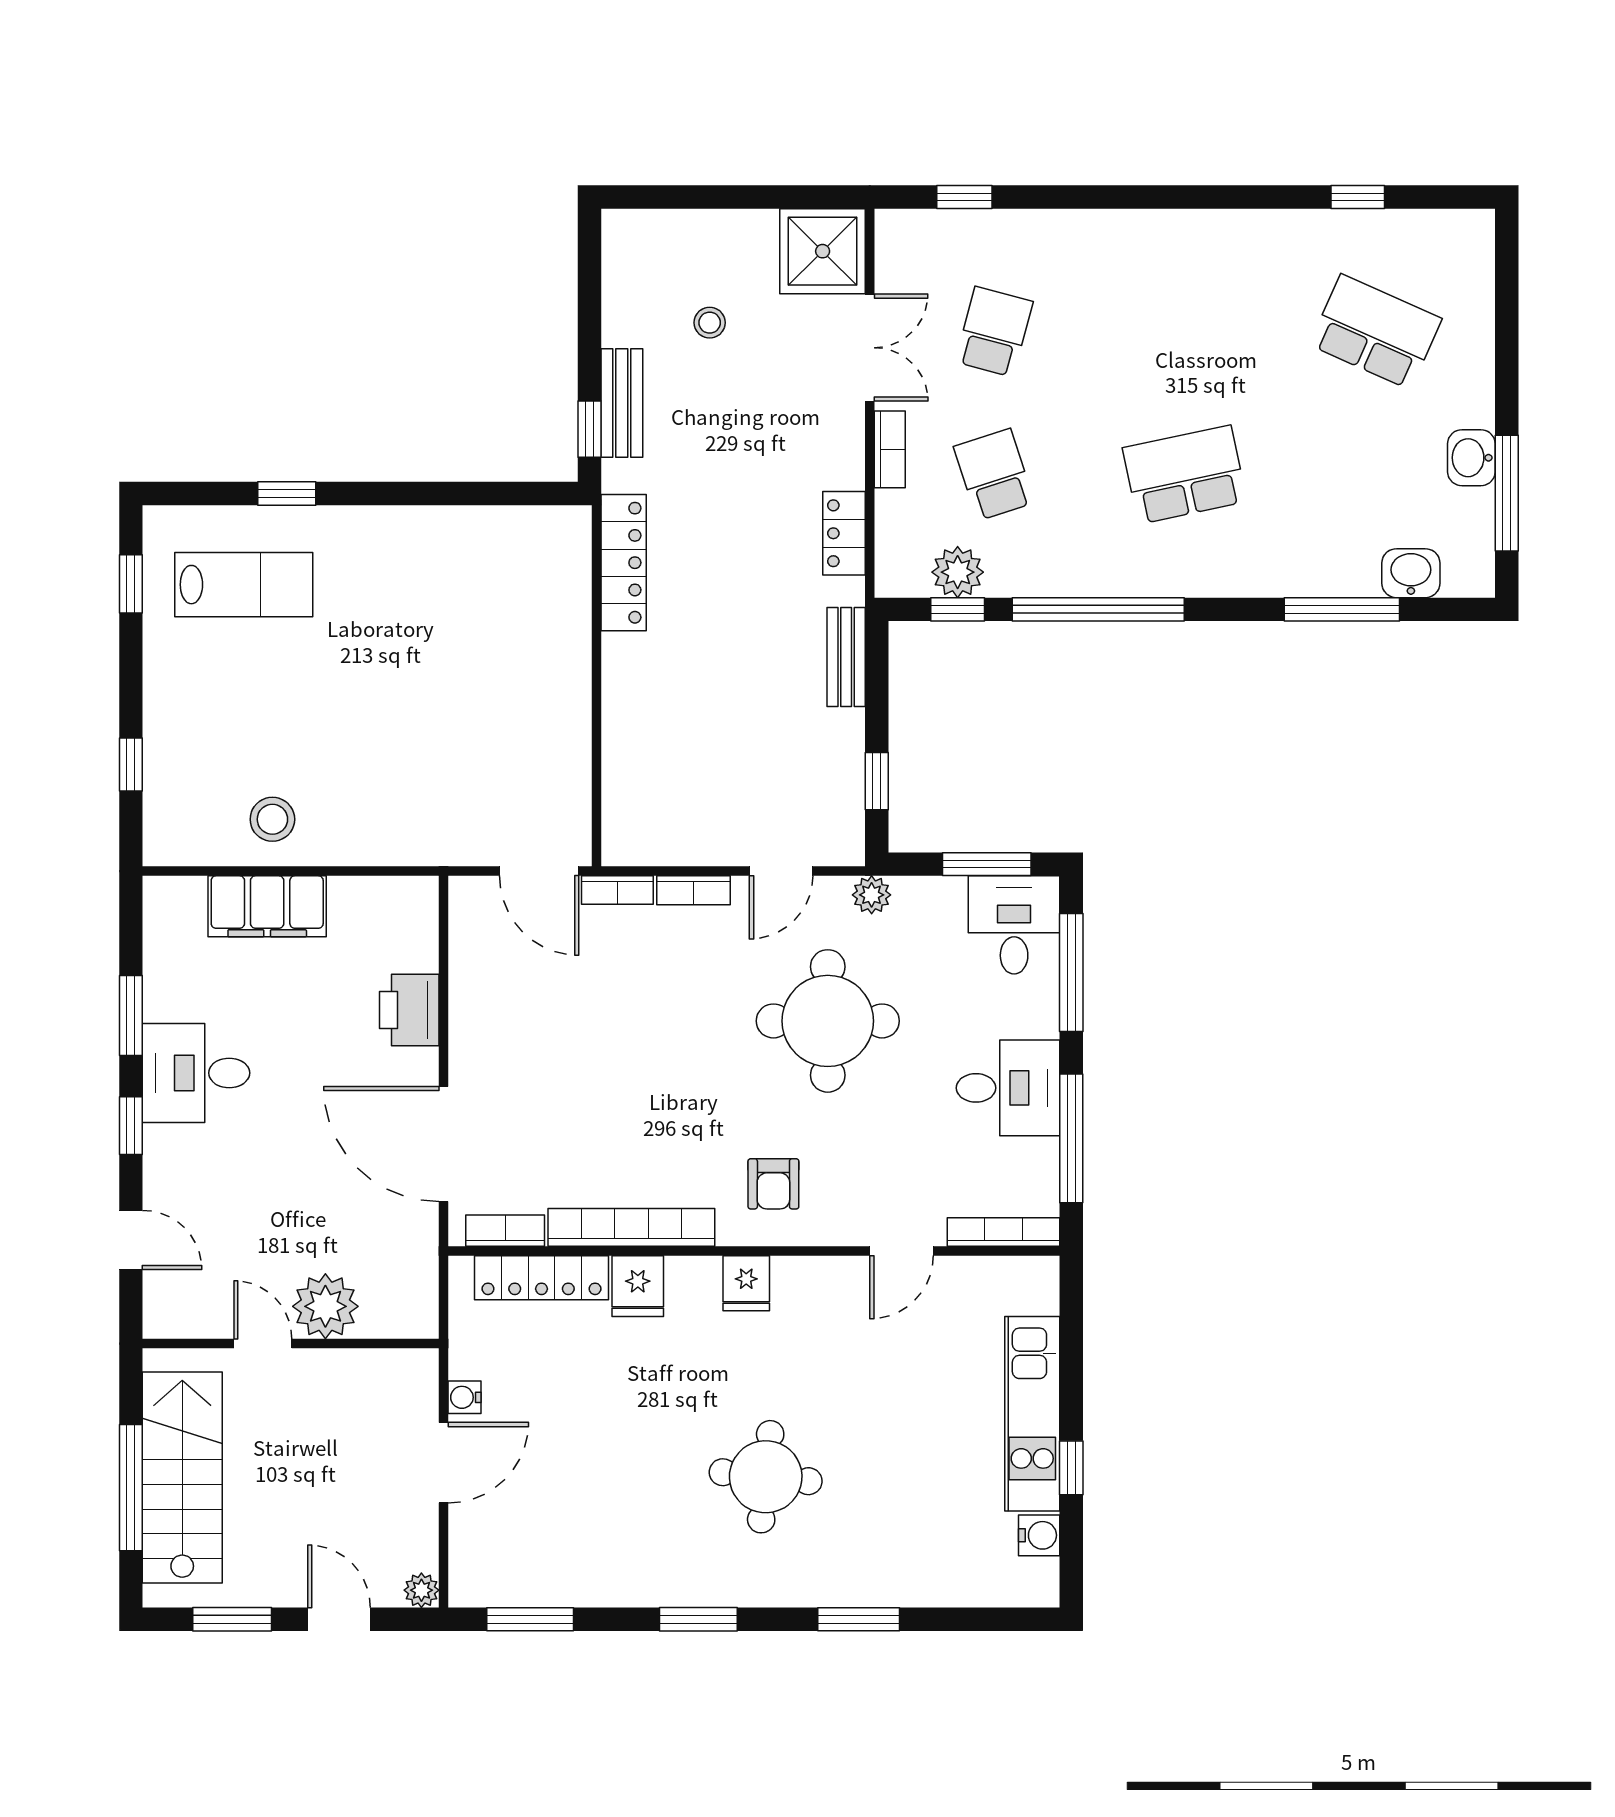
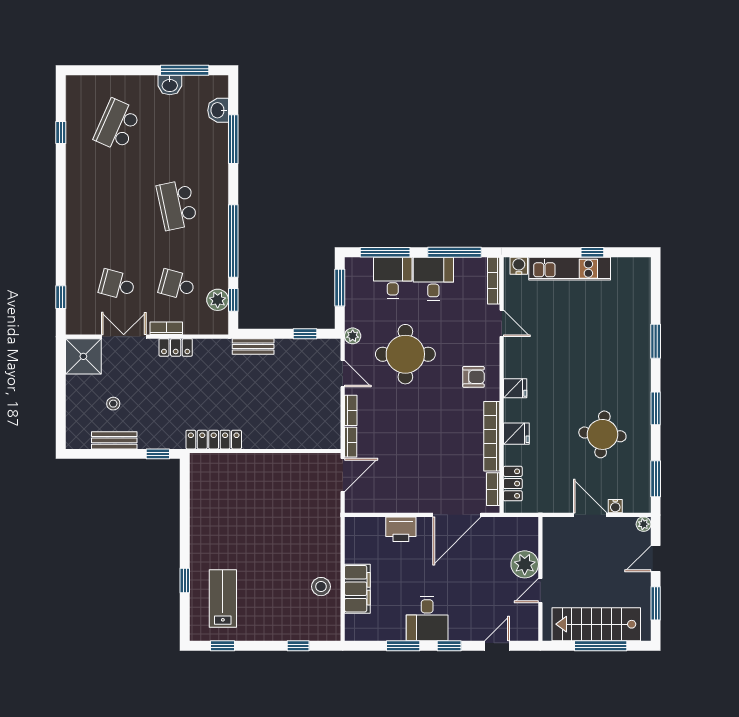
bench: (622, 403) -> (114, 440), moved
school desk: (994, 475) -> (177, 285), turned 33
locker: (844, 533) -> (176, 347), moved
desk: (1014, 925) -> (393, 278), moved, turned 90
locker: (541, 1278) -> (513, 484), width x0.66
water cooler: (465, 1397) -> (615, 506), moved
round table: (766, 1477) -> (602, 434), moved
water cooler: (1039, 1535) -> (519, 266), moved

